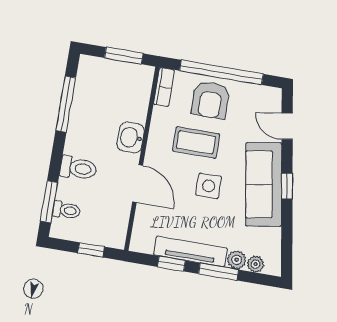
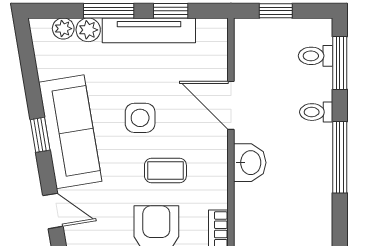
window: (66, 104) -> (340, 157), moved
coffee table: (196, 142) -> (165, 170), width x0.73, depth x0.77
toilet: (78, 168) -> (316, 112), width x0.73, depth x0.72

